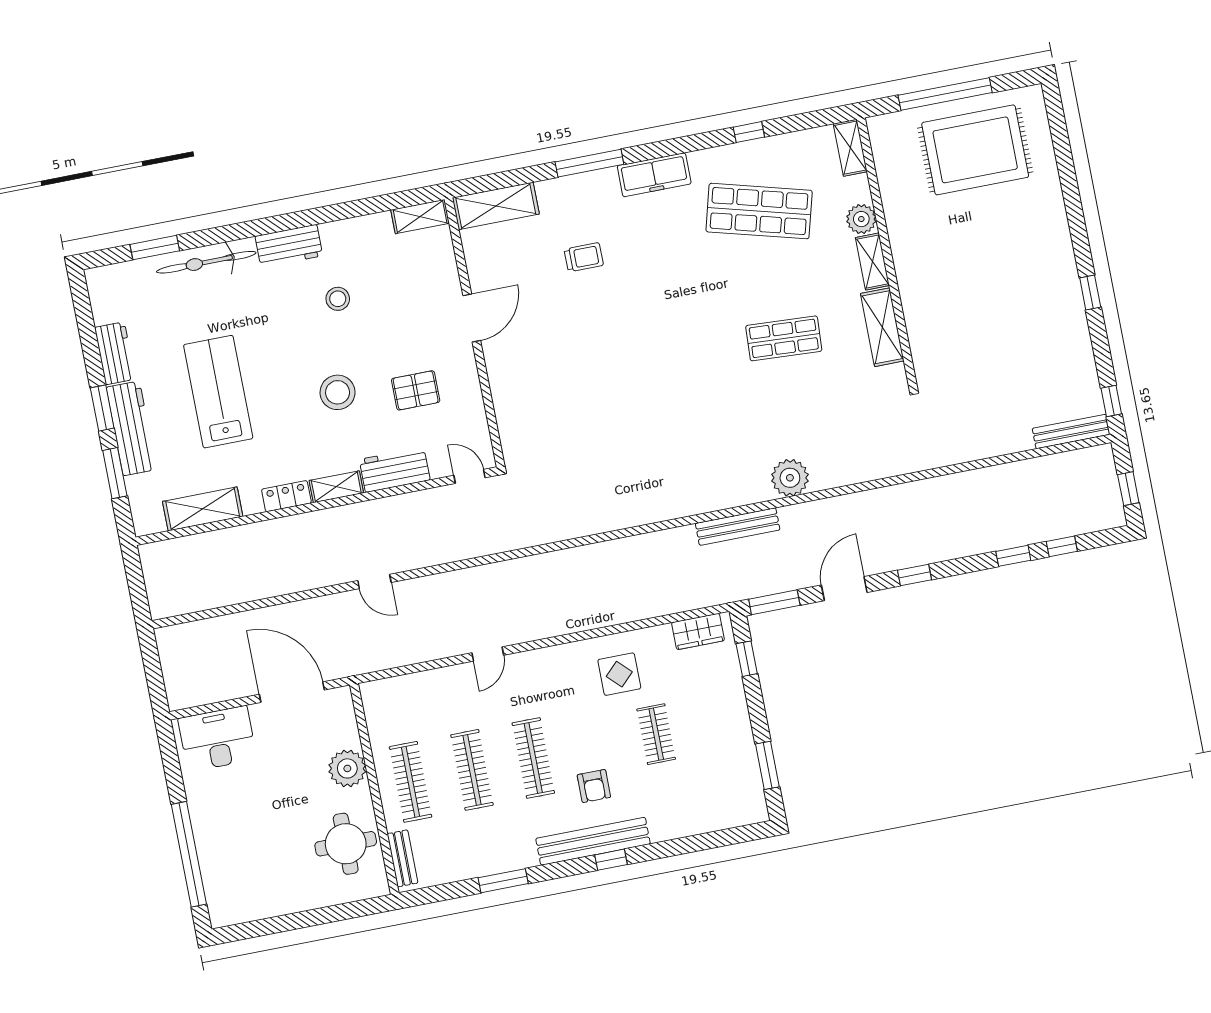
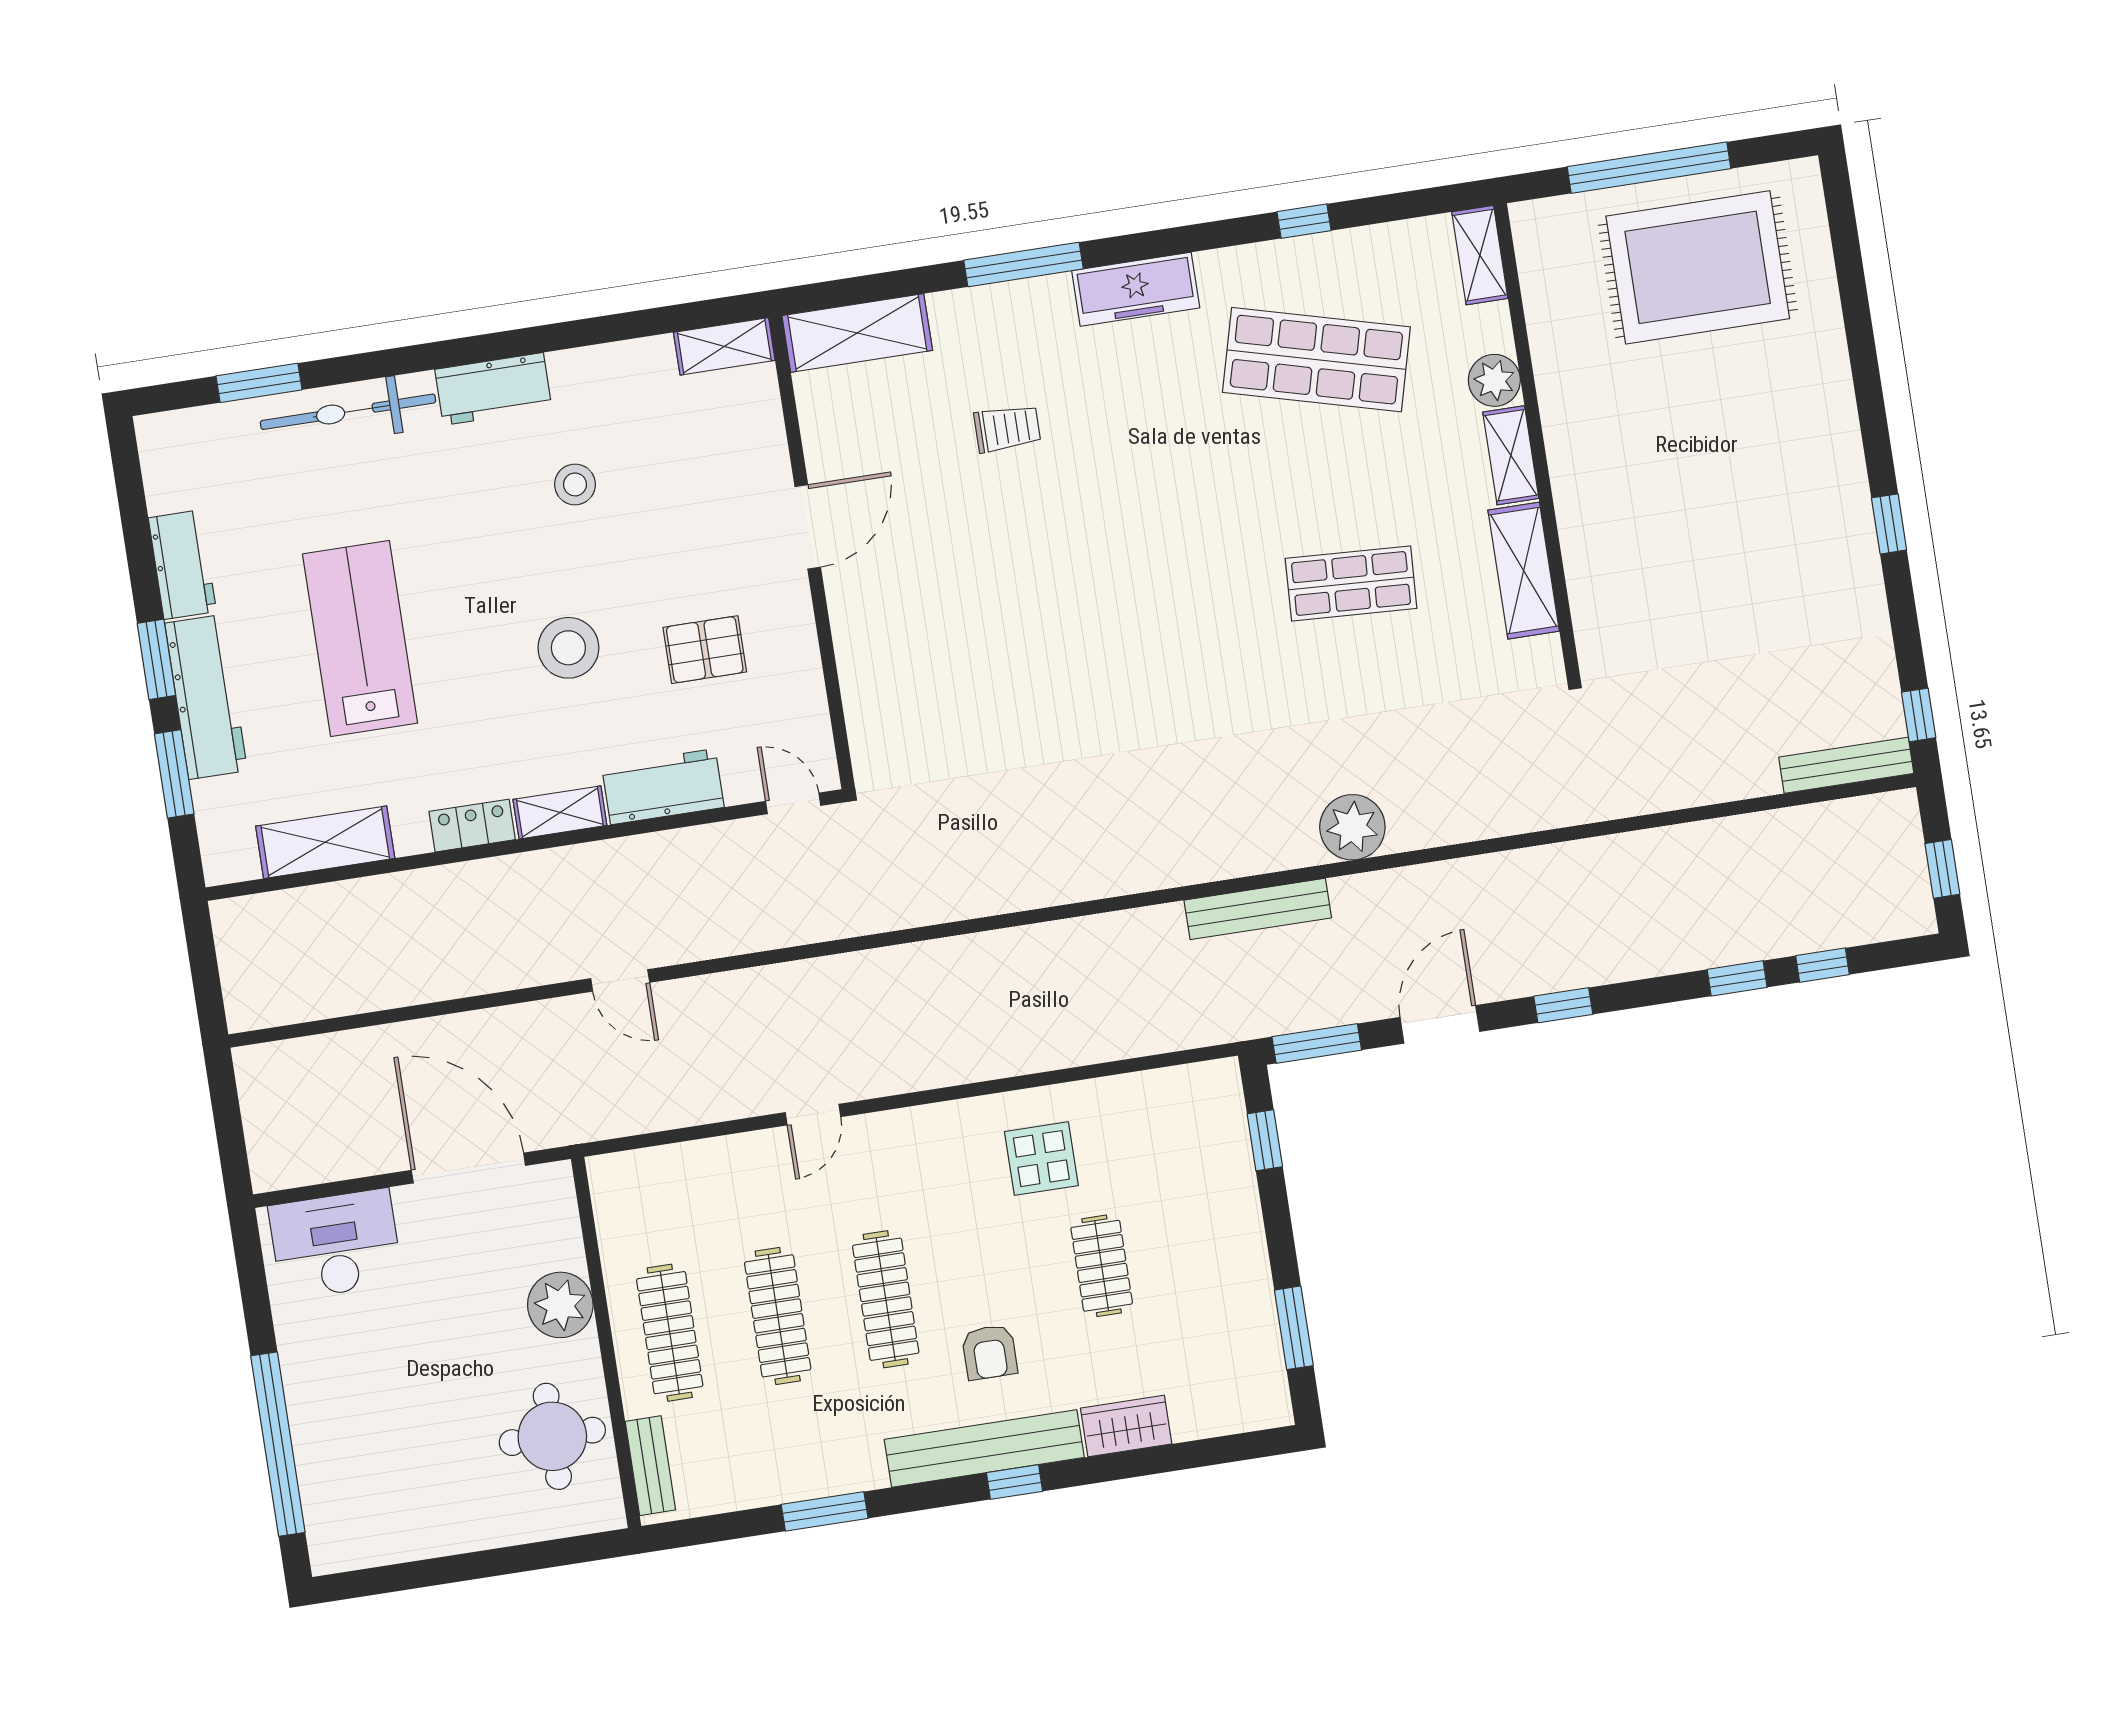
wardrobe: (698, 631) -> (1126, 1426), moved, turned 180

